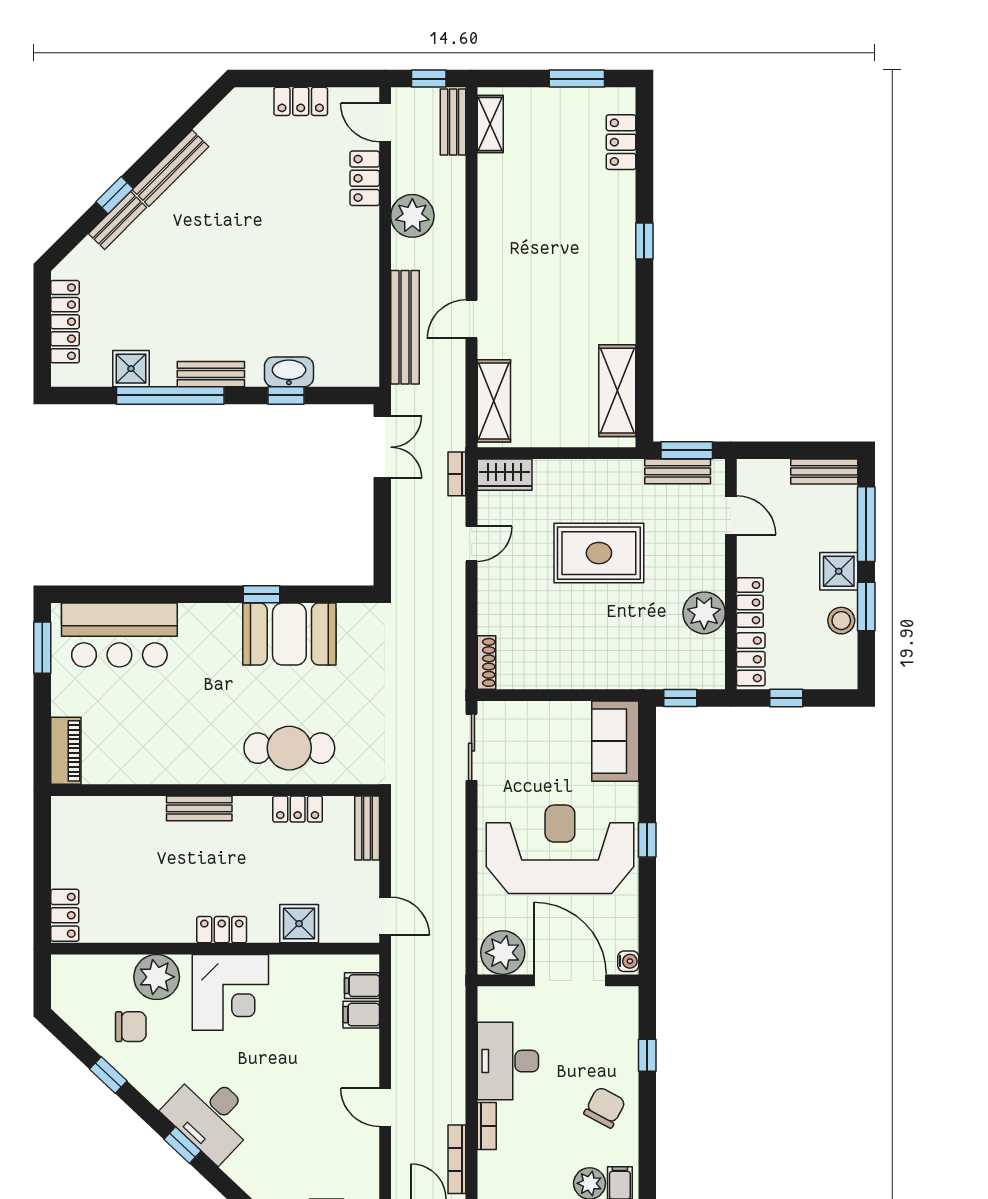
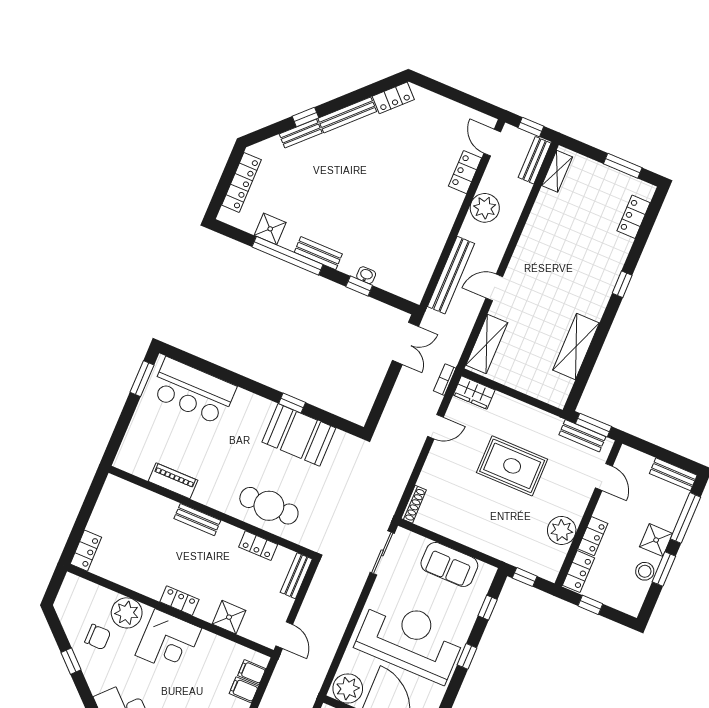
locker: (301, 101) -> (393, 98), moved, turned -45
washbasin: (289, 372) -> (366, 275), width x0.52, depth x0.69
shelving: (617, 391) -> (576, 347), moved
sofa: (615, 741) -> (449, 564), moved, turned -90
piano: (66, 751) -> (173, 481), moved, turned -90
window: (647, 761) -> (488, 608), added

